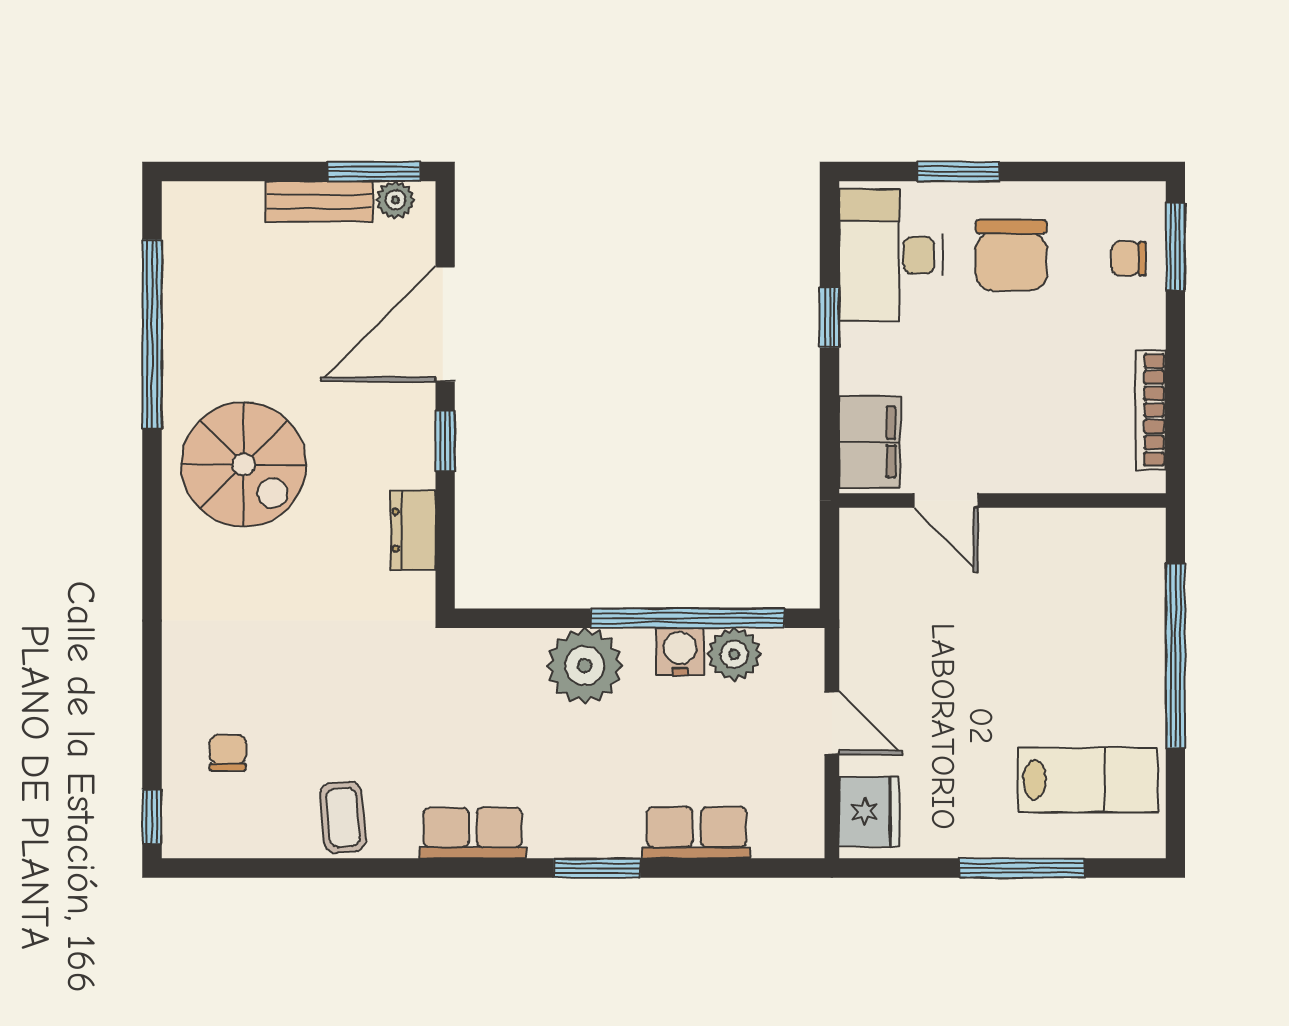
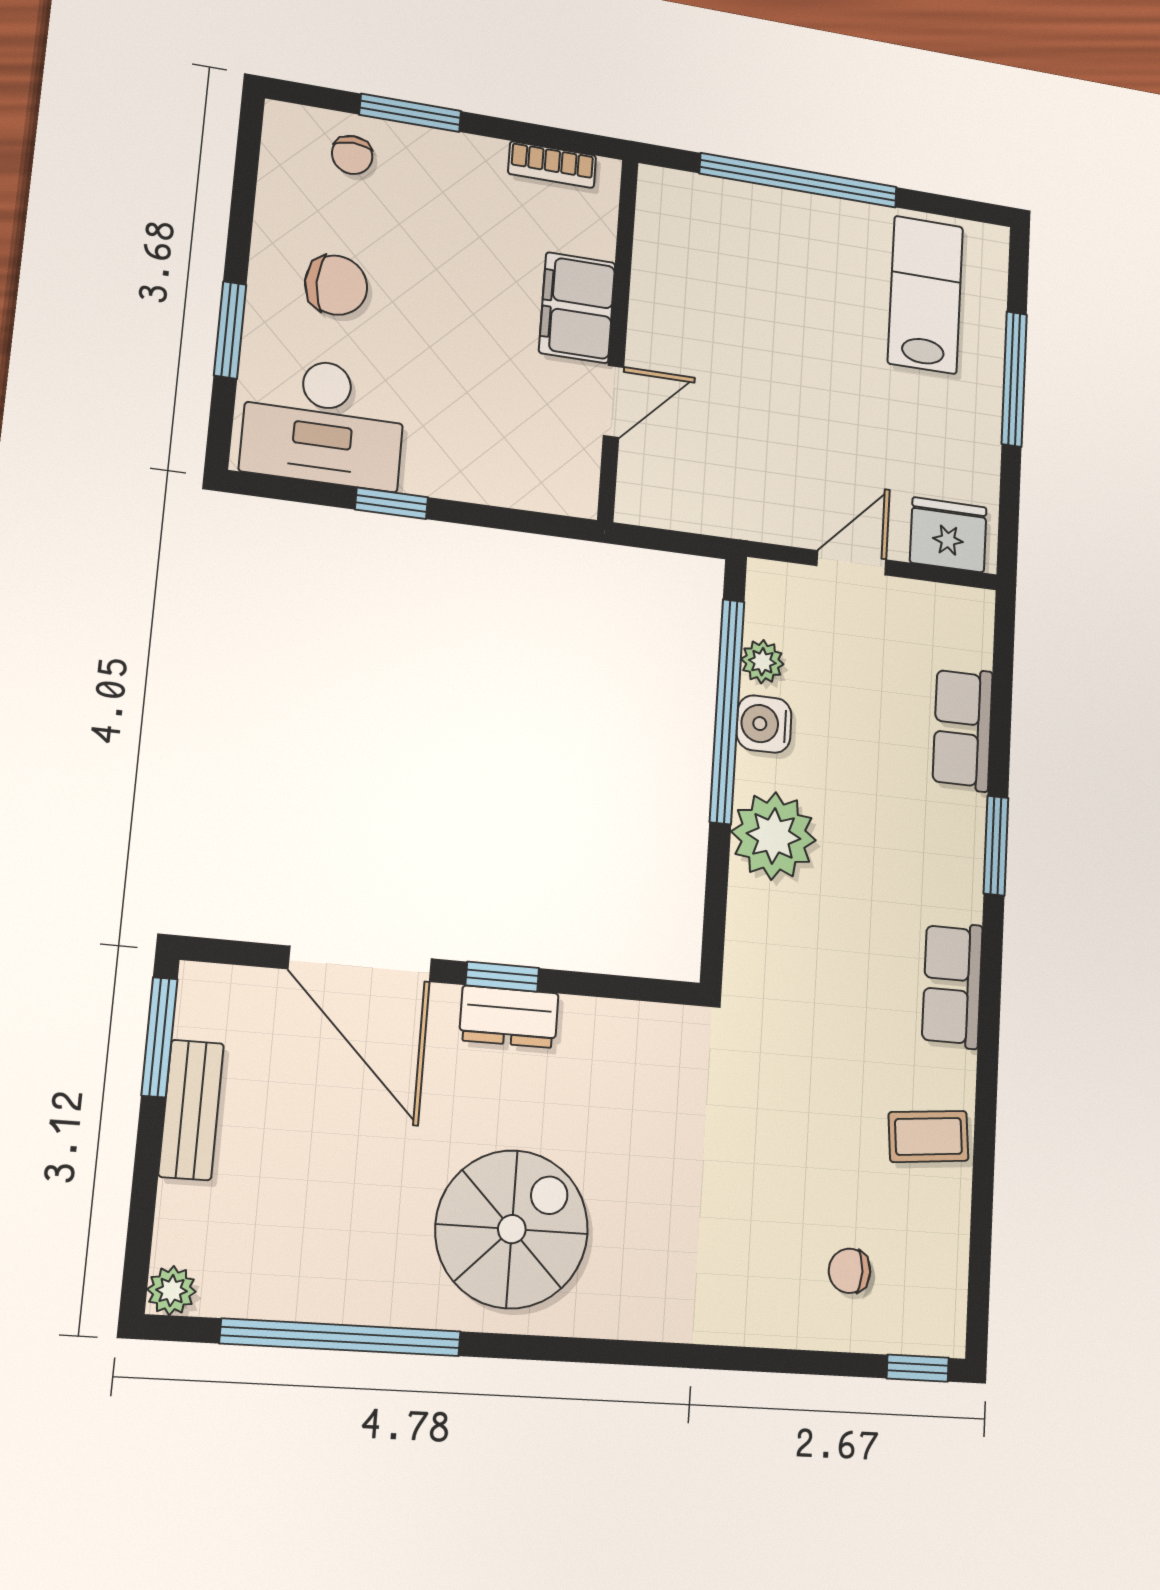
plant: (395, 200) -> (172, 1291), moved
window: (1175, 247) -> (410, 113), moved
chair: (1011, 255) -> (336, 285), width x0.73, depth x0.73
bookcase: (1151, 410) -> (552, 165), width x0.64
filing cabinet: (870, 442) -> (577, 308), moved, turned -90
dresser: (413, 530) -> (509, 1017), moved
plant: (734, 654) -> (762, 662), width x0.73, depth x0.73

